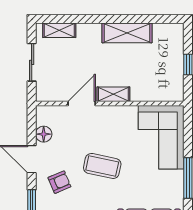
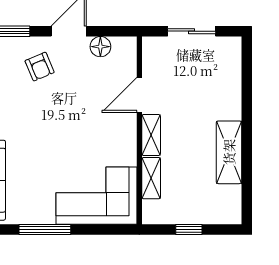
shelving: (59, 30) -> (151, 178), moved
door: (82, 104) -> (139, 95), swing flipped
coffee table: (102, 166) -> (60, 121), removed

